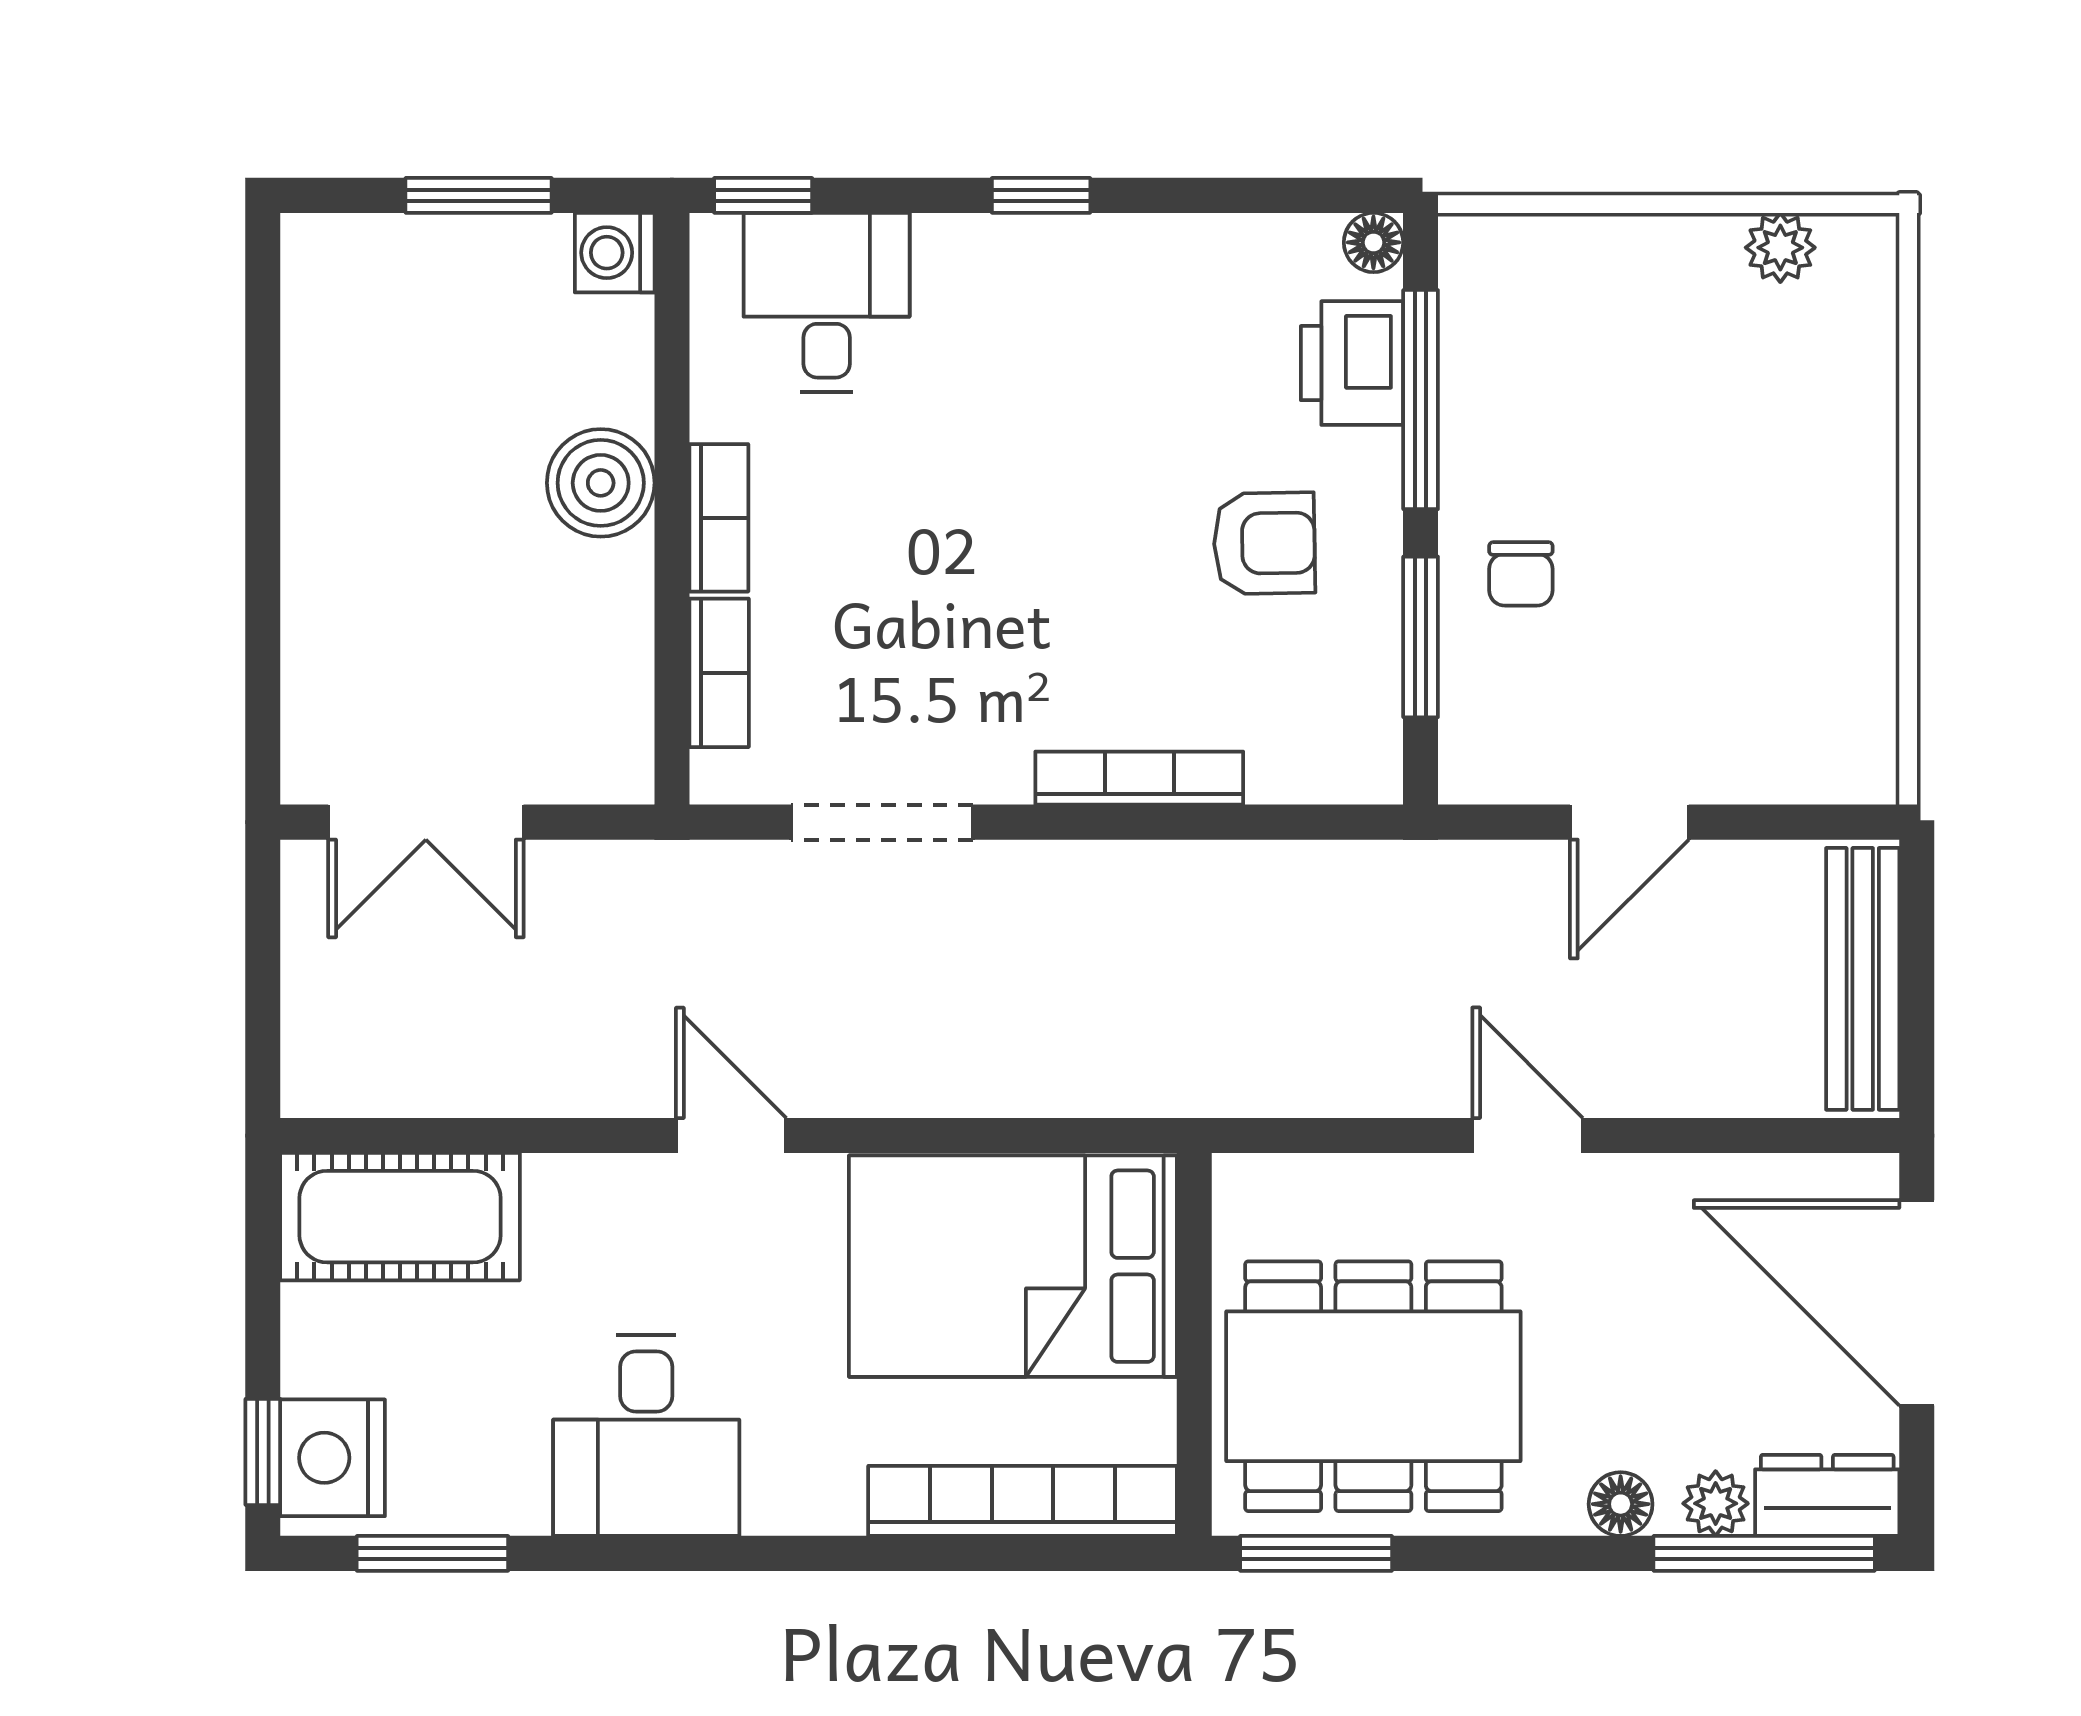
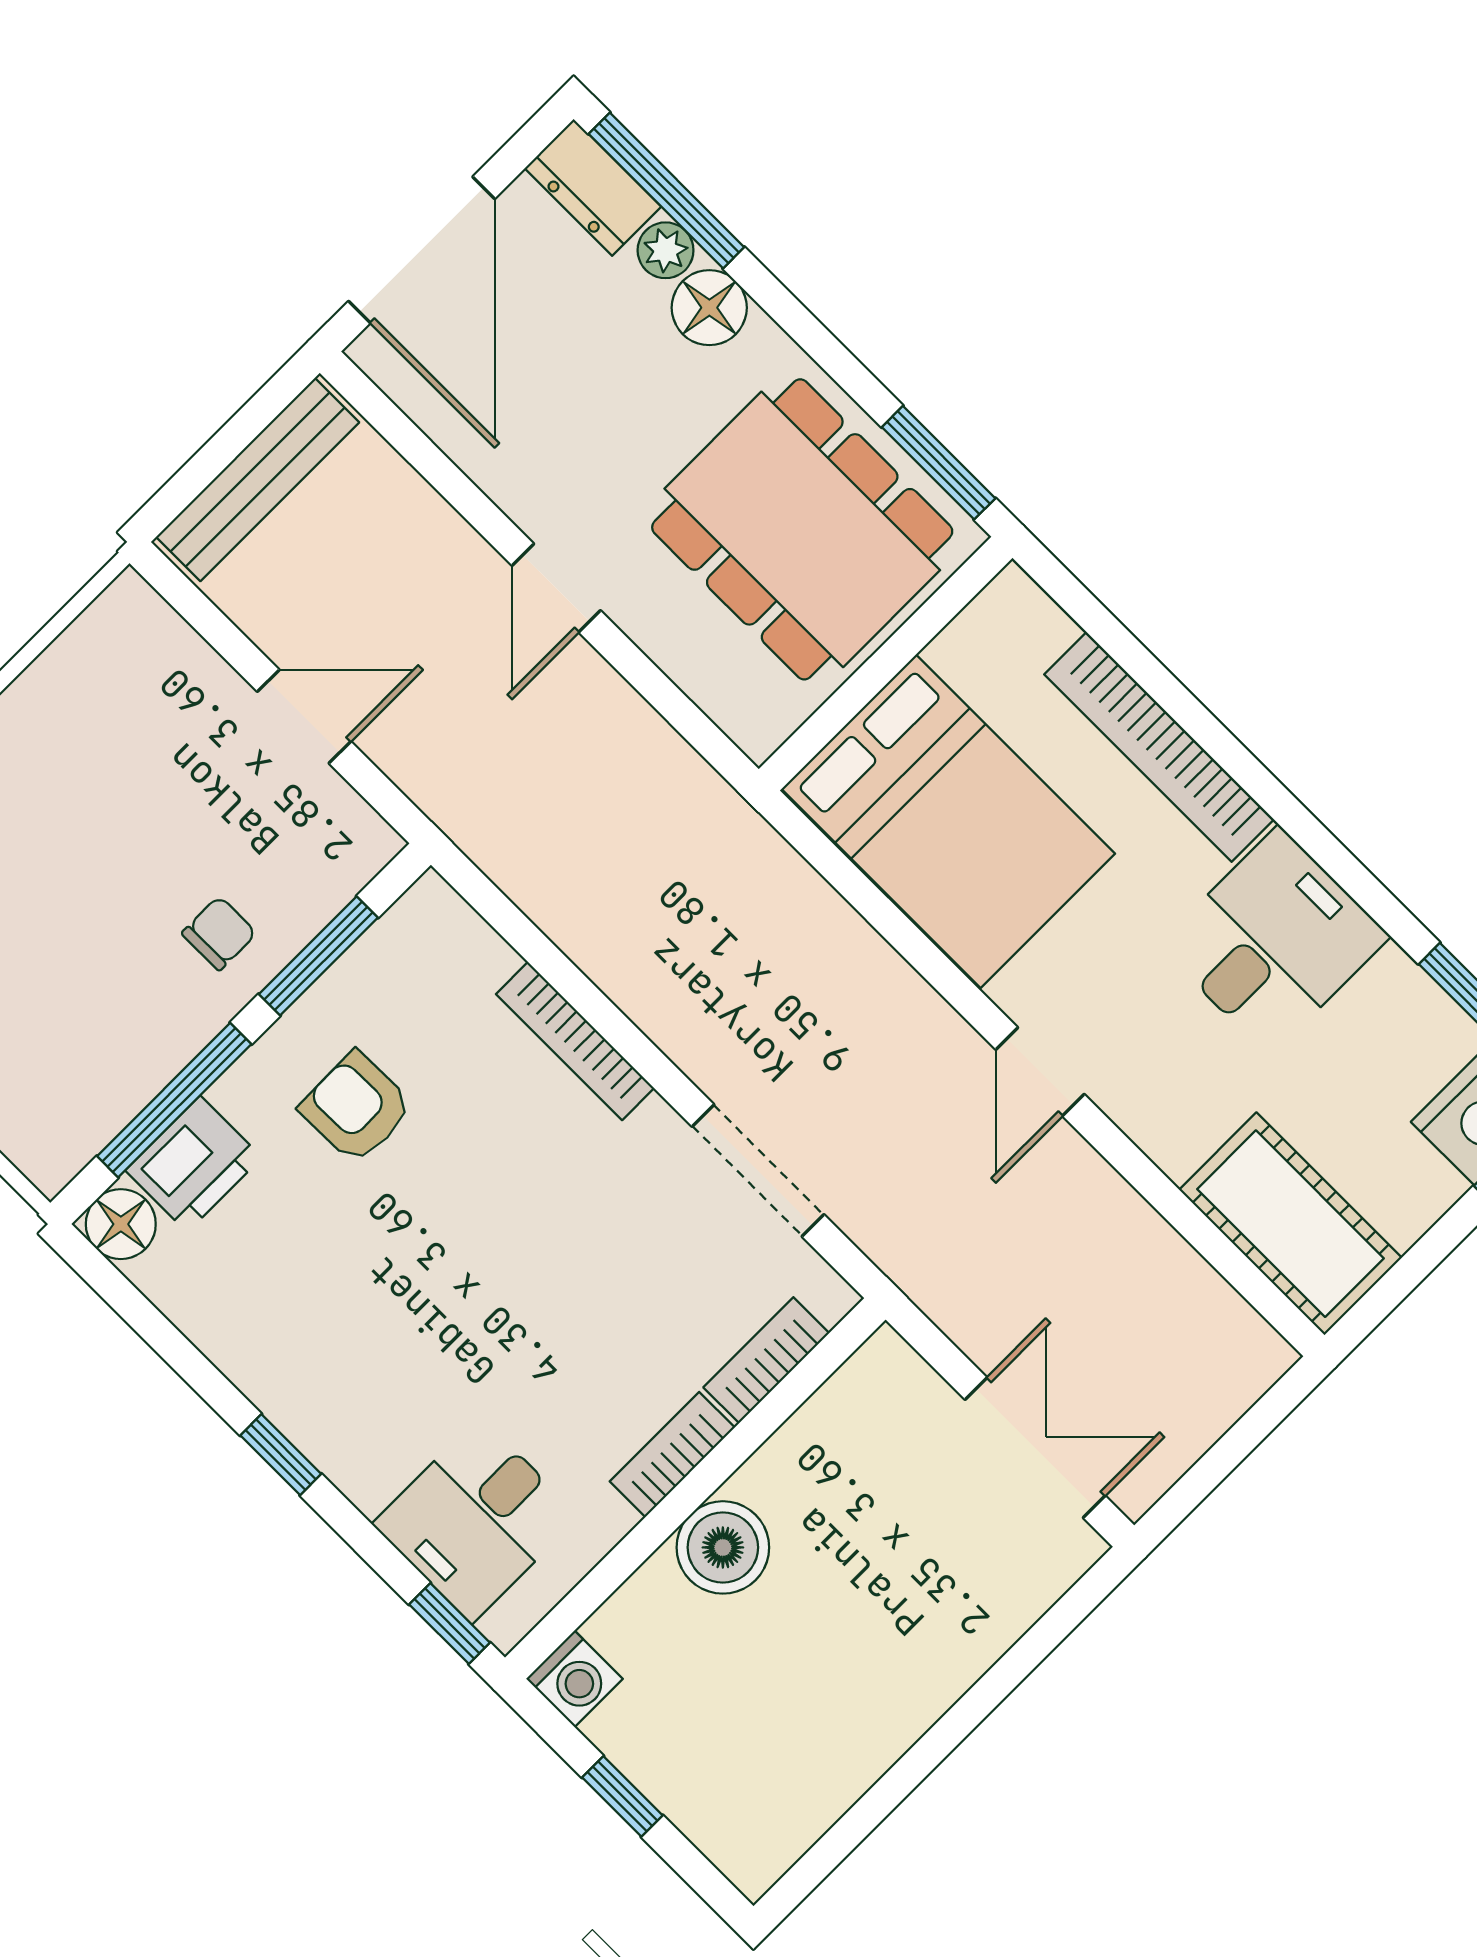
window: (479, 195) -> (622, 1796), width x0.67
floor lamp: (1373, 242) -> (121, 1224), width x1.37, depth x1.37
bookcase: (1022, 1501) -> (1159, 747), moved
floor lamp: (1621, 1504) -> (709, 308), width x1.37, depth x1.37

